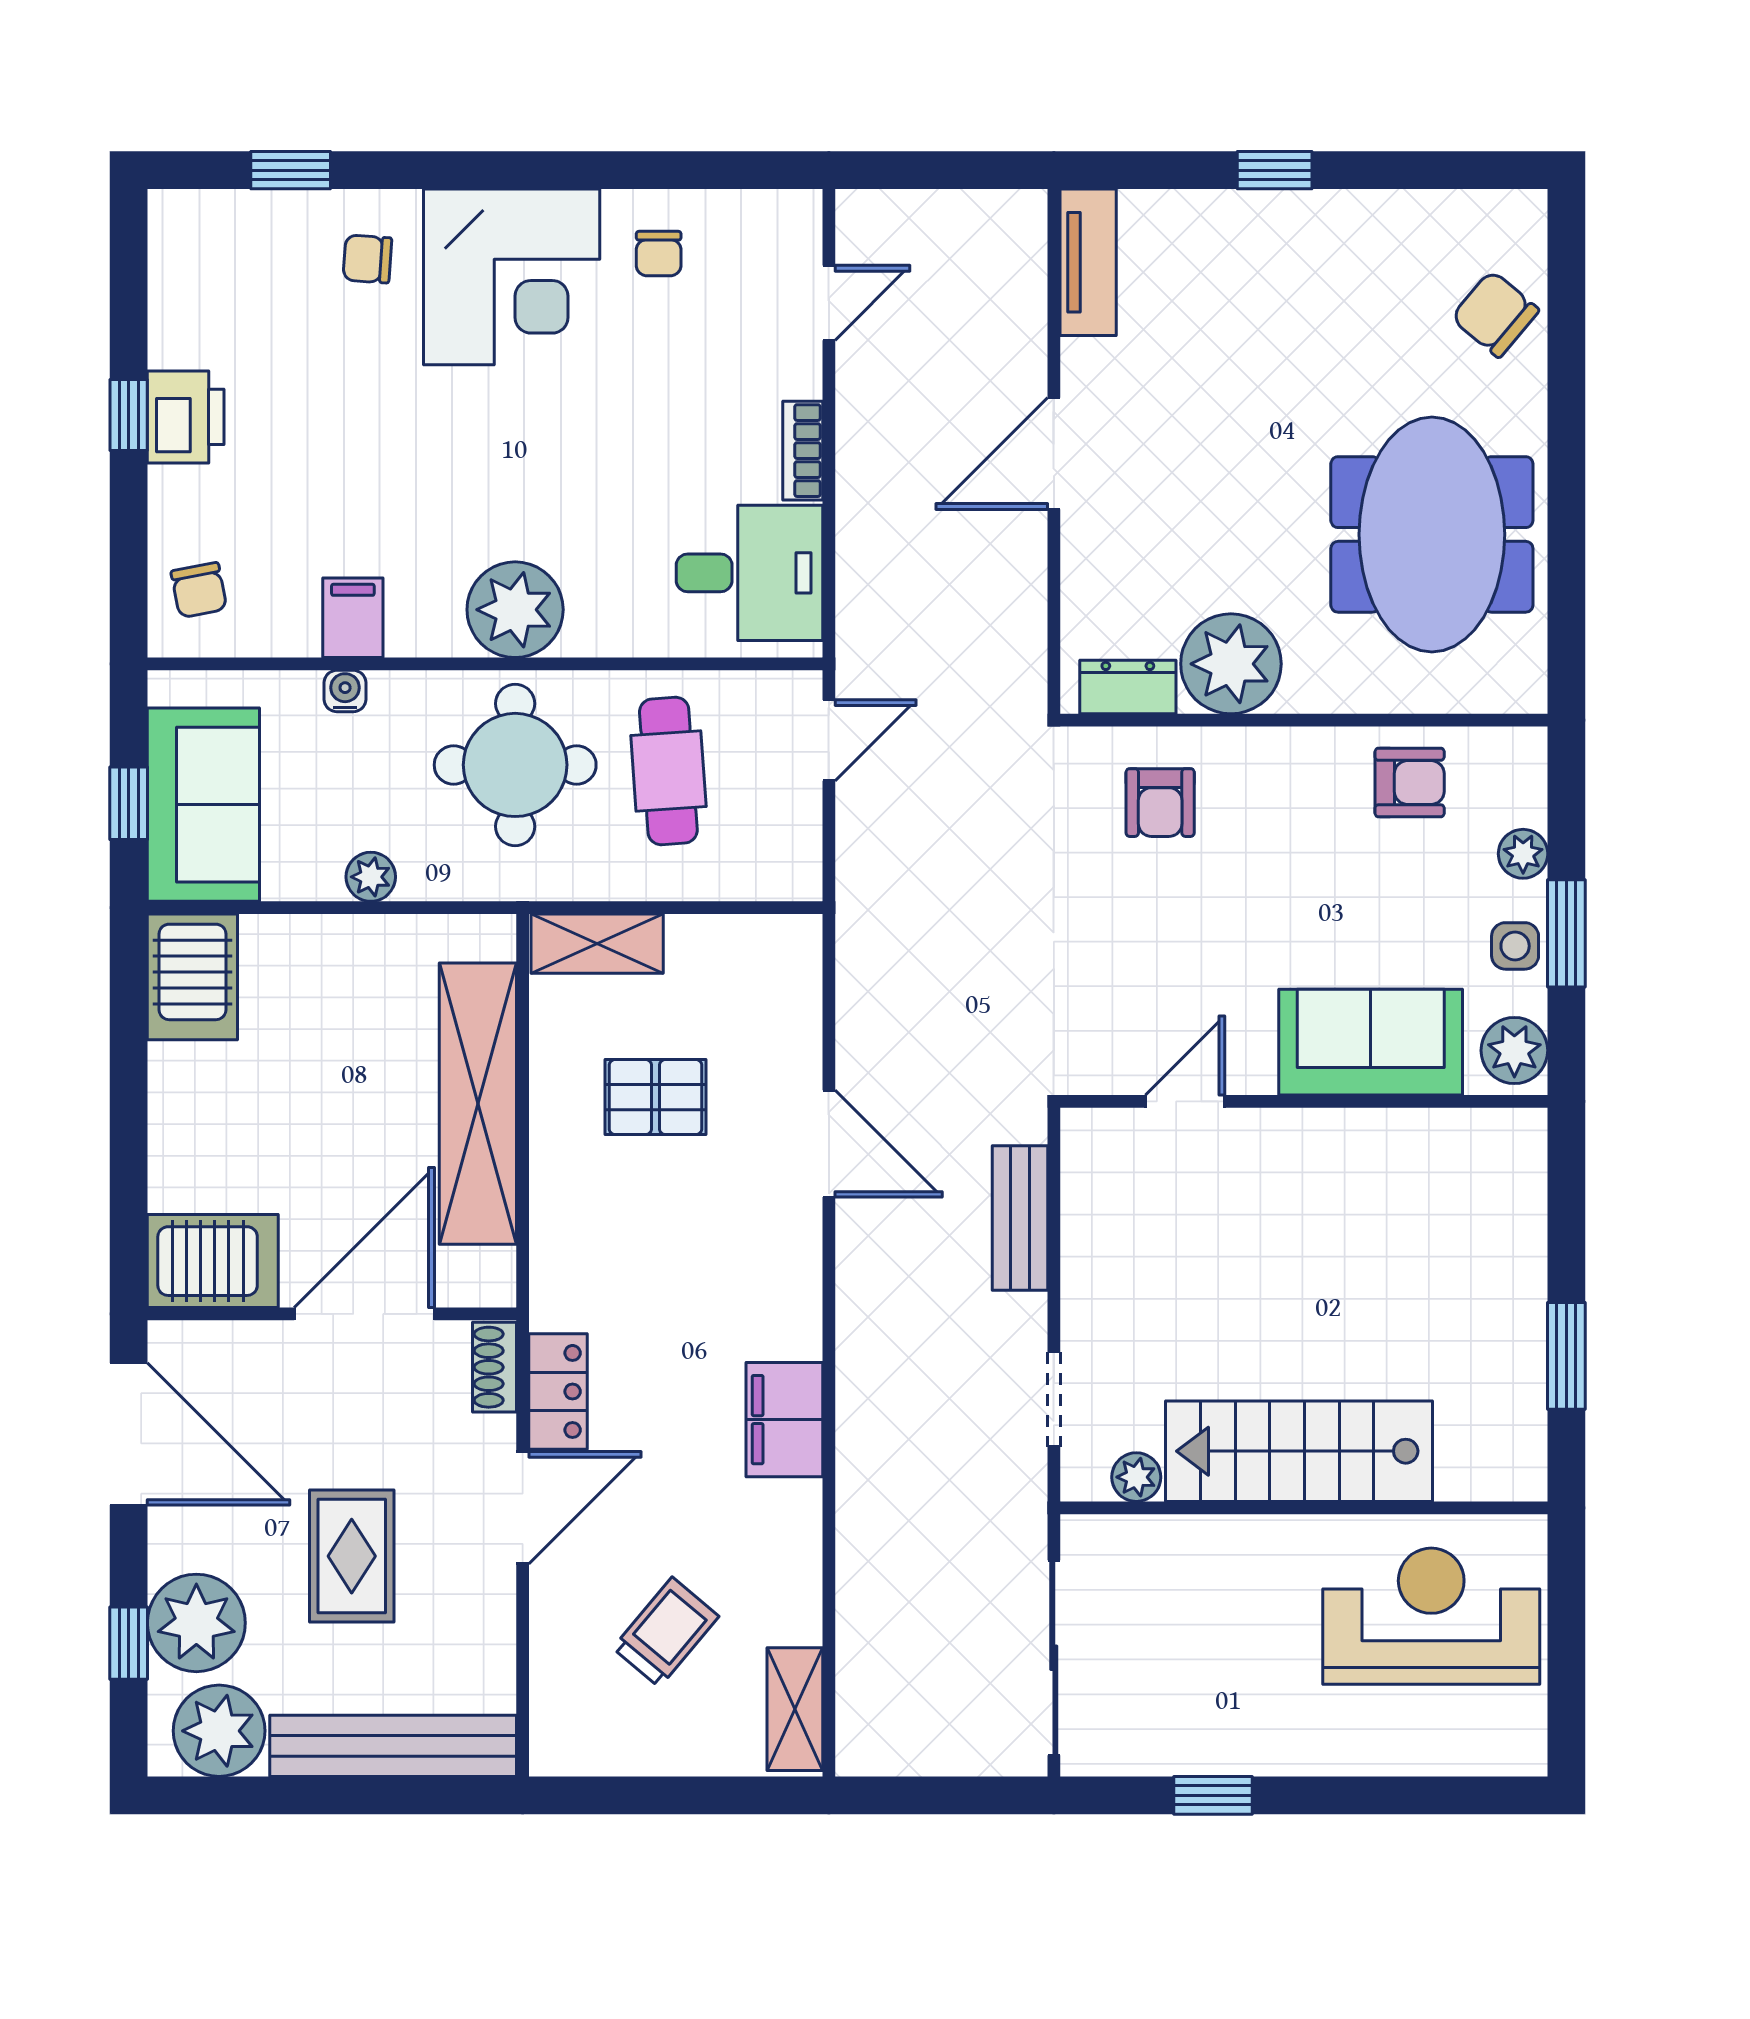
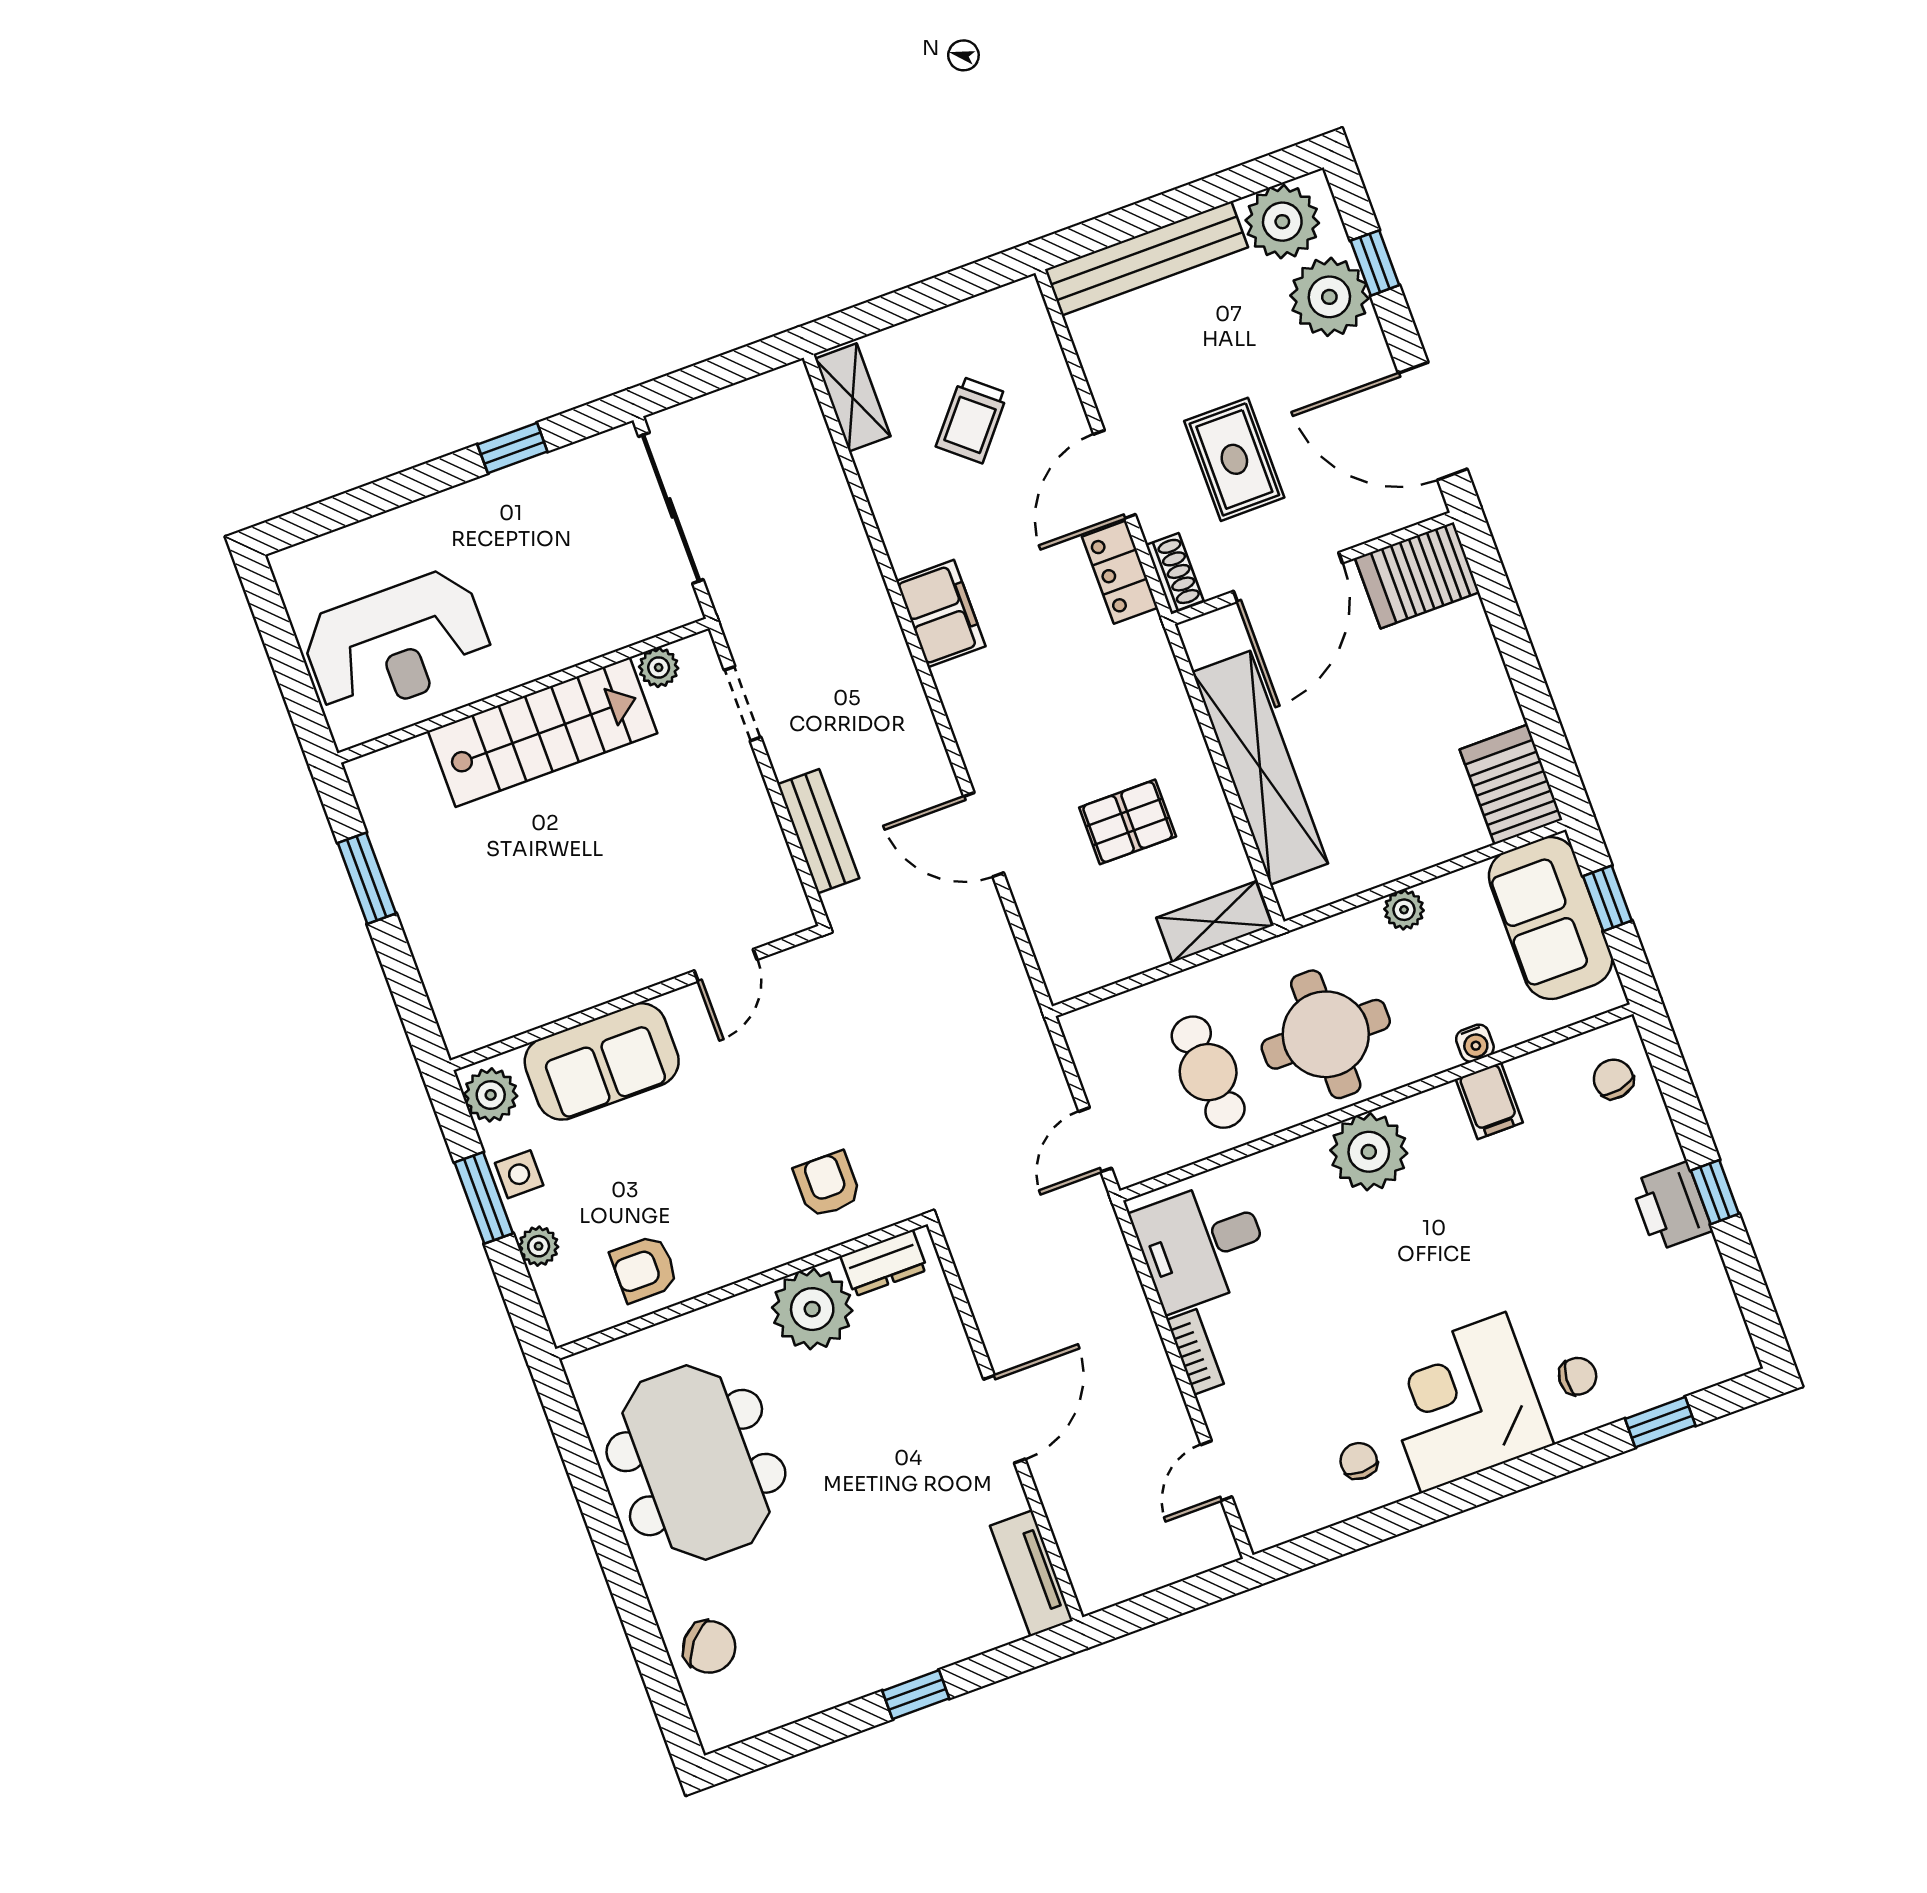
rug: (352, 1556) -> (1234, 459), moved

